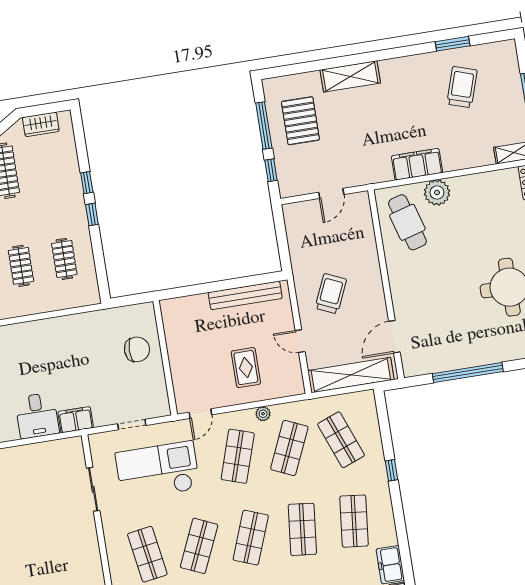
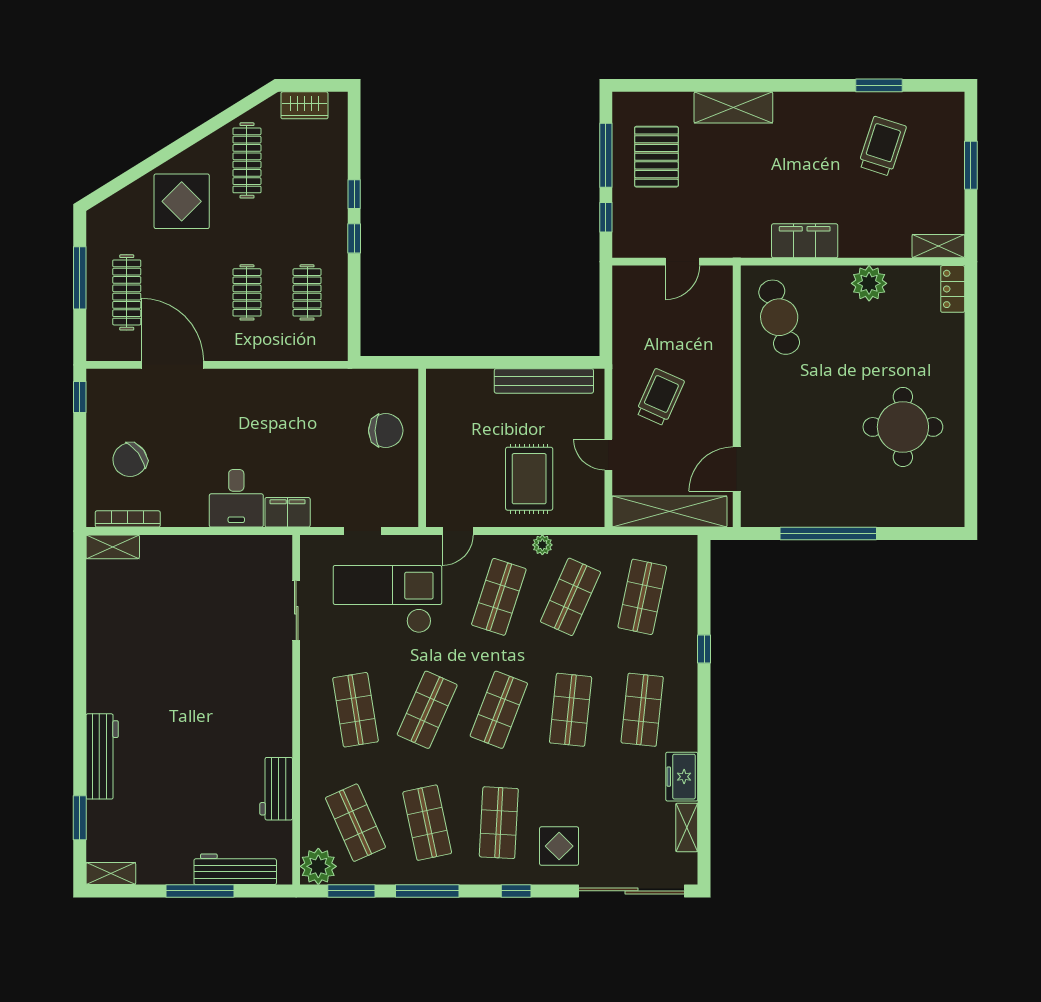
plant: (437, 192) -> (869, 283), moved
rug: (246, 368) -> (529, 479), width x1.36, depth x1.43
shop shelf: (341, 440) -> (642, 597), turned 33

